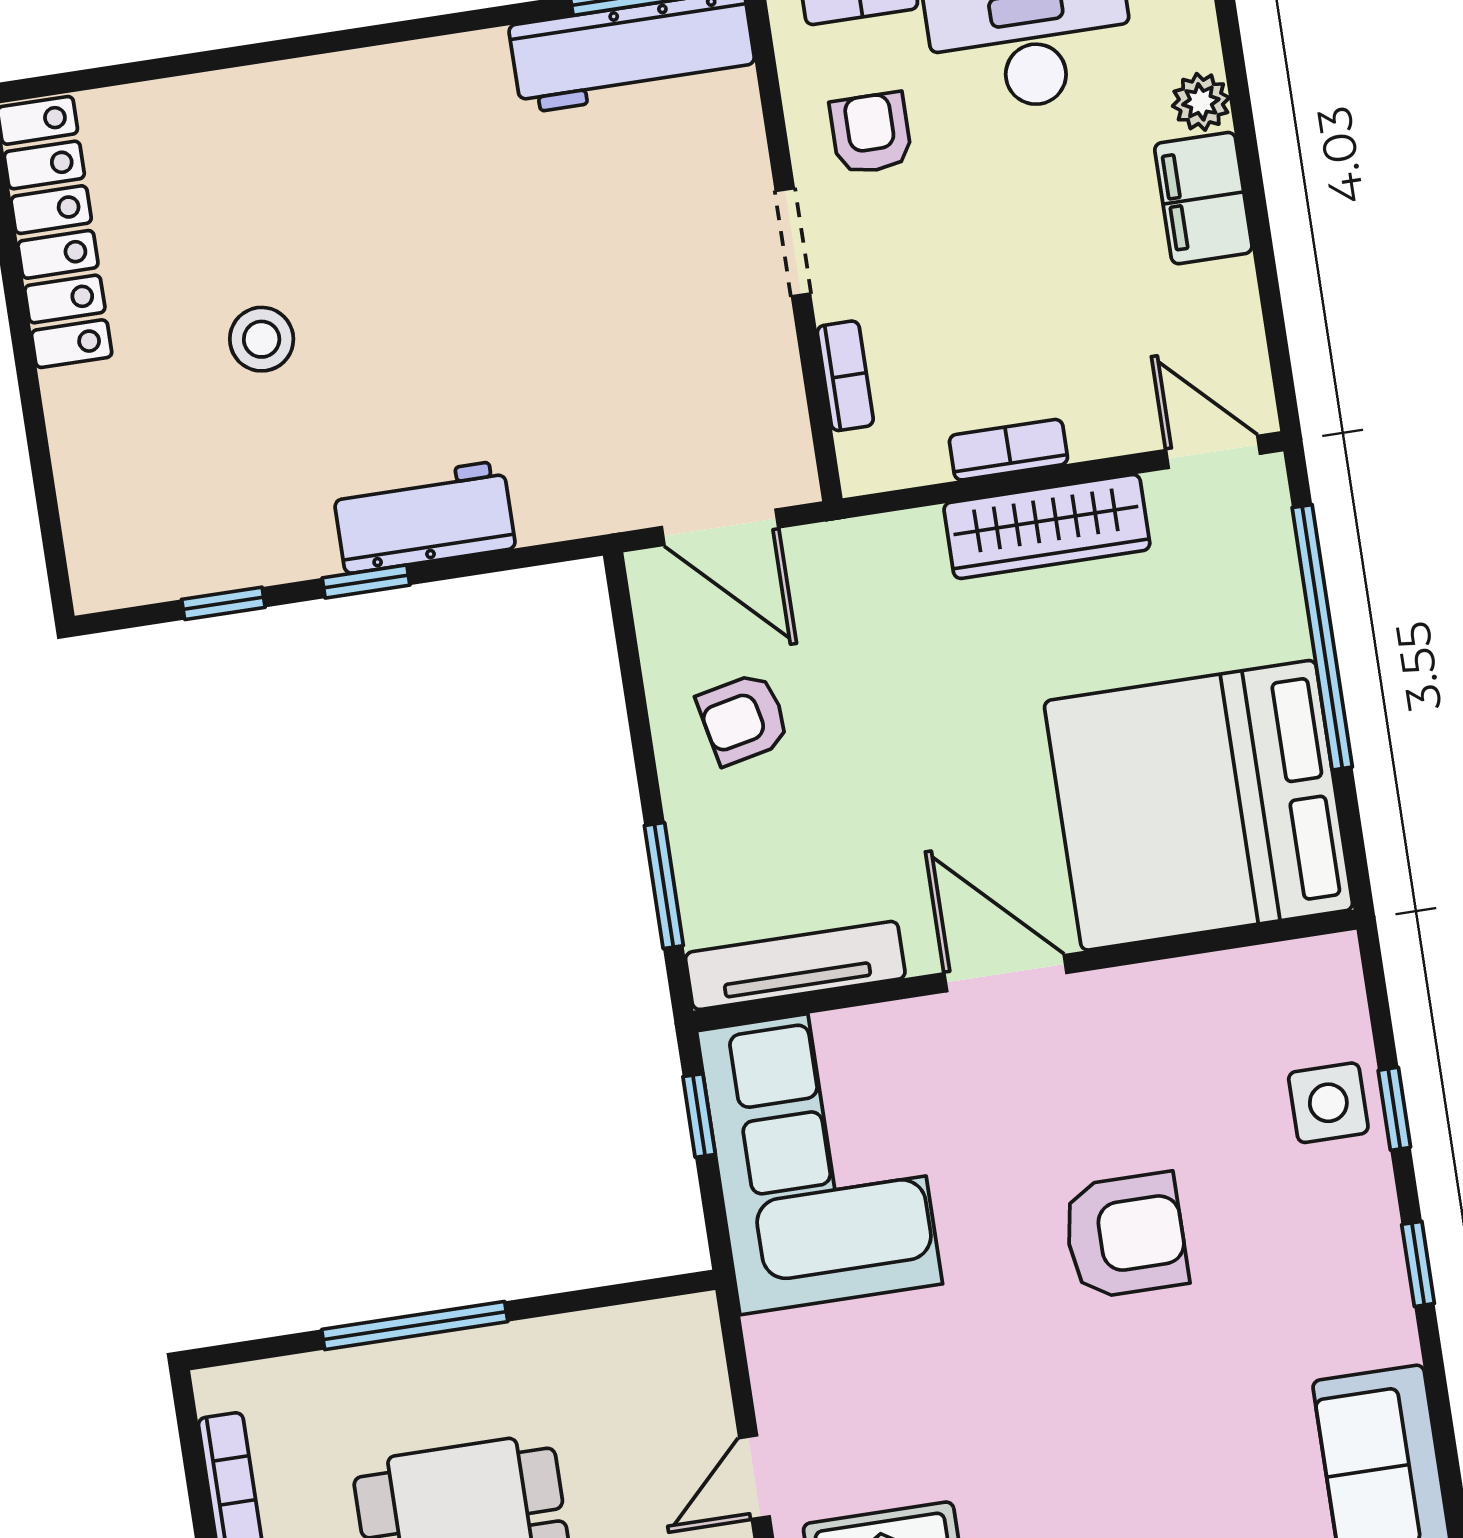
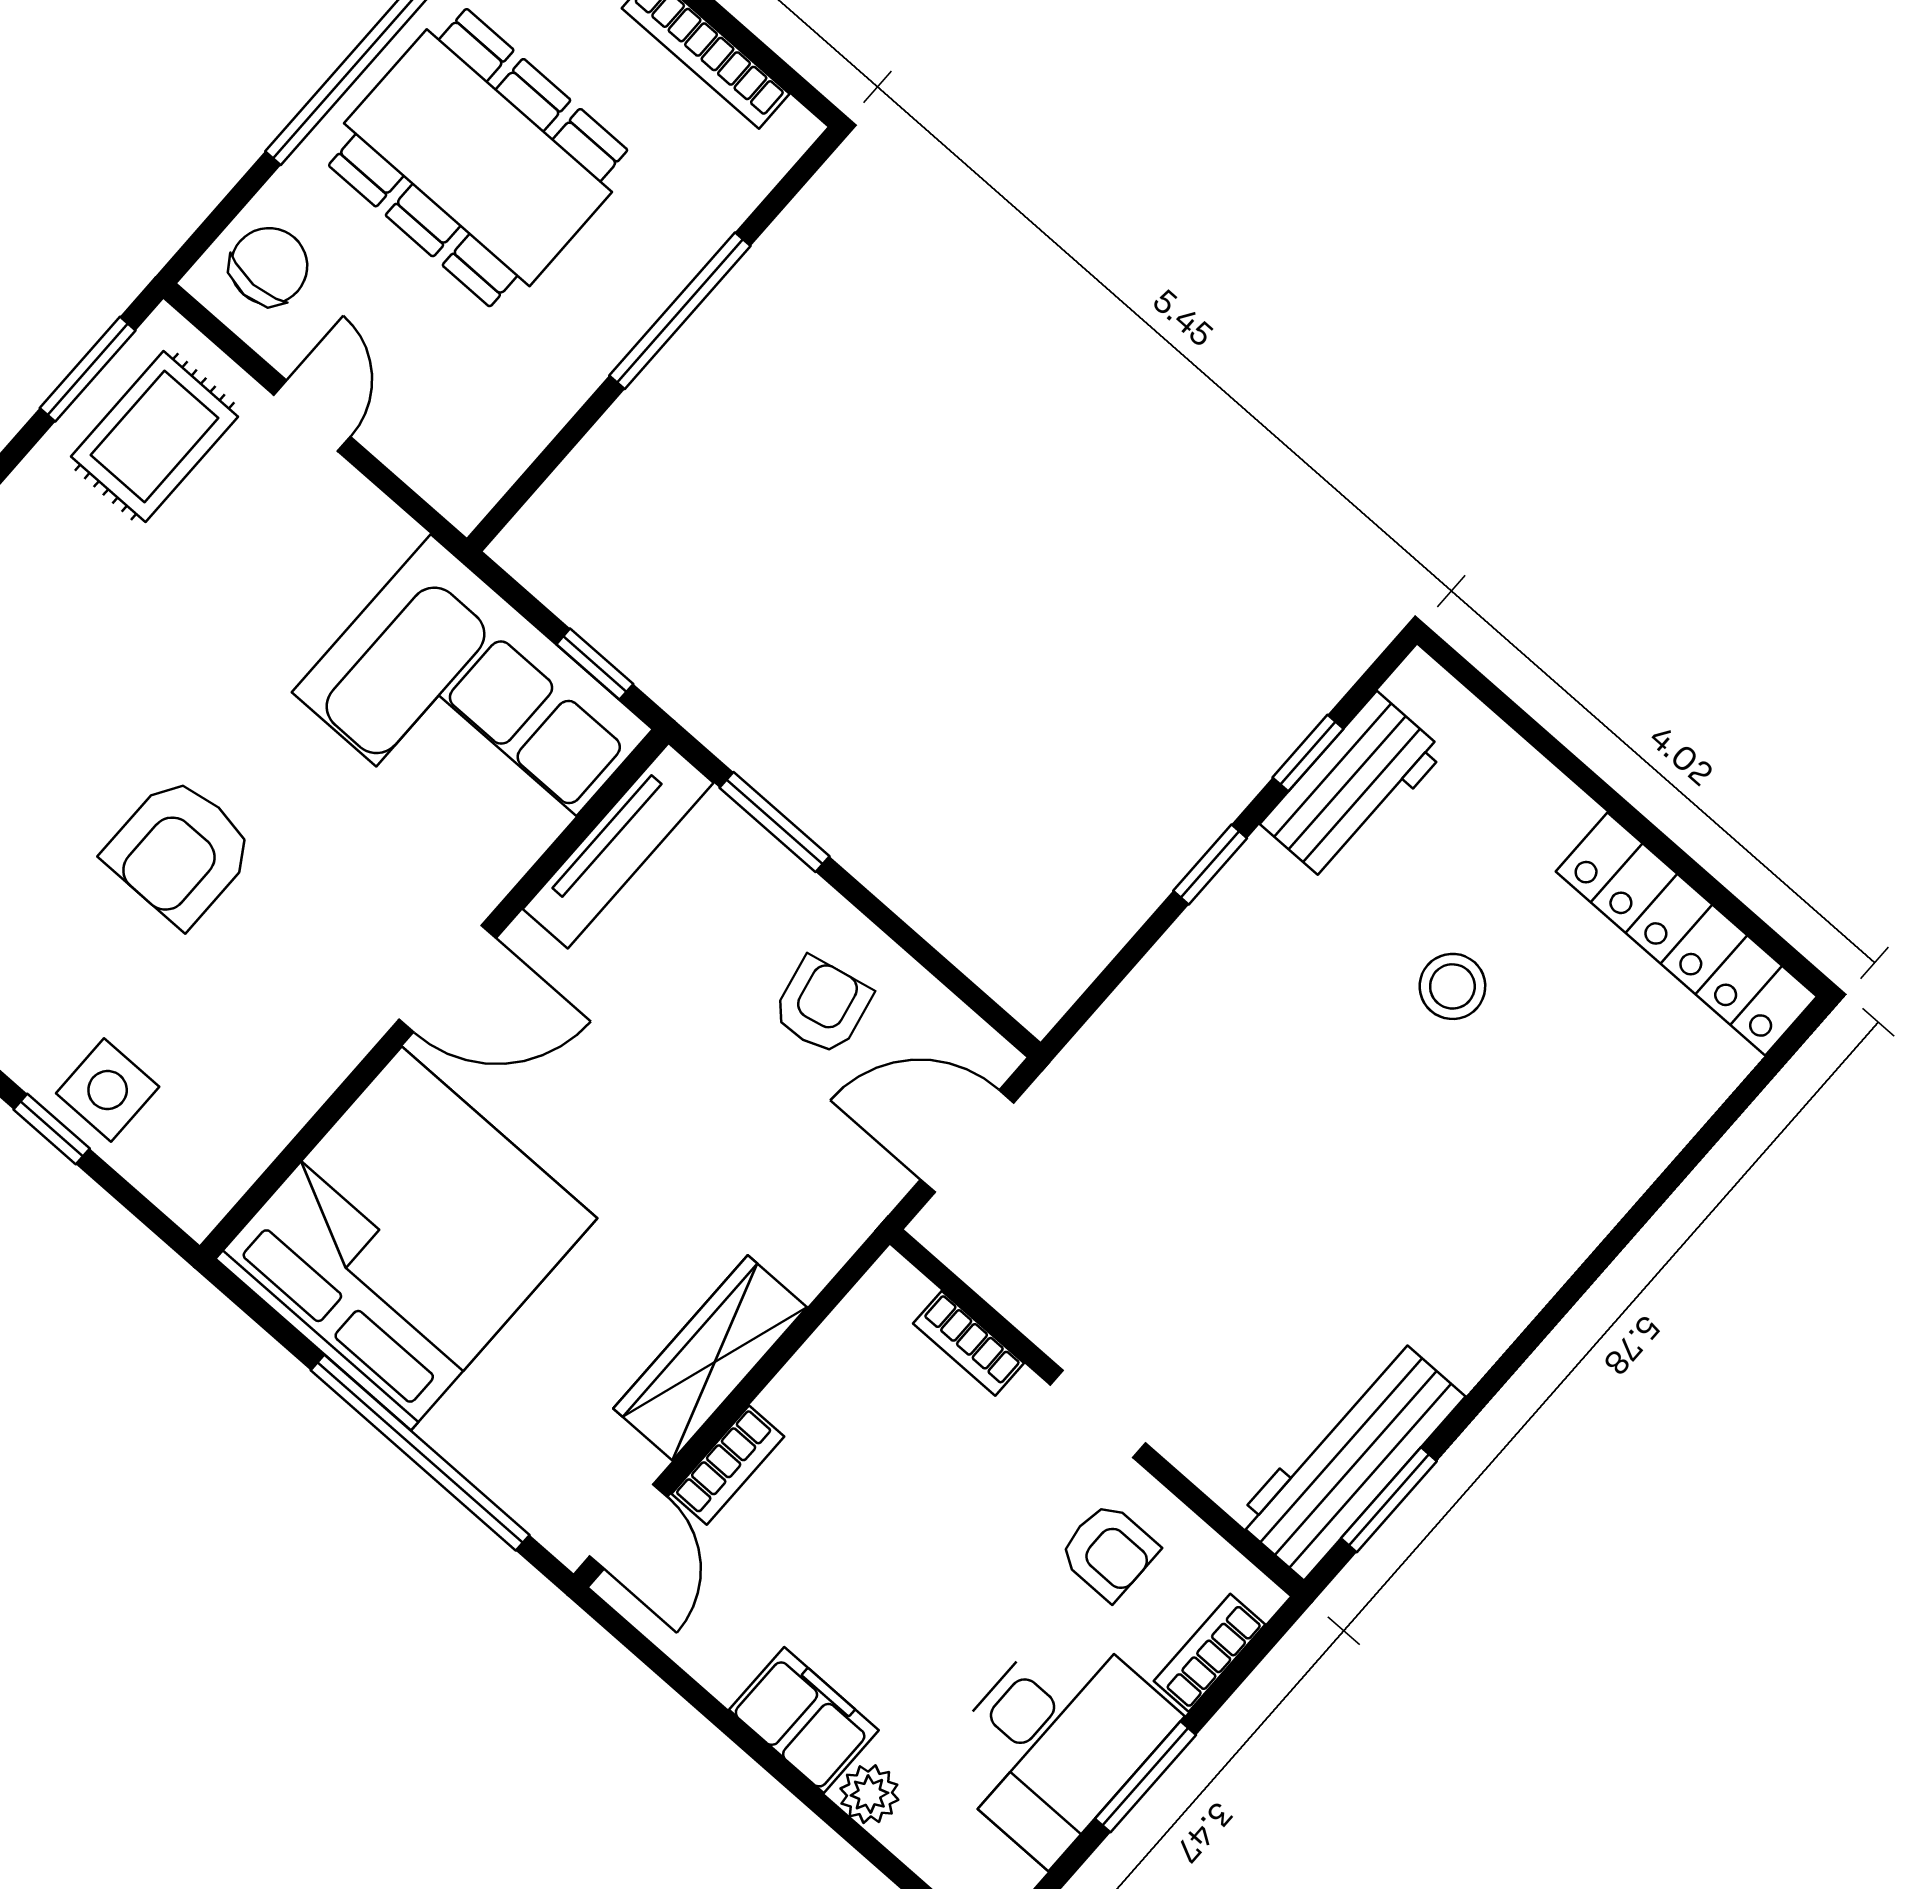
bookcase: (1008, 450) -> (728, 1465), moved
door: (1213, 452) -> (629, 1526), hinge flipped
workbench: (424, 517) -> (1353, 788), moved

